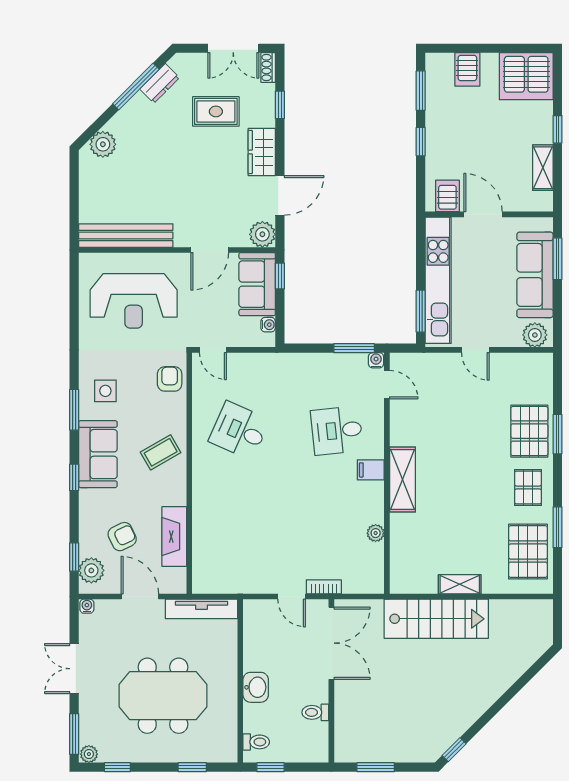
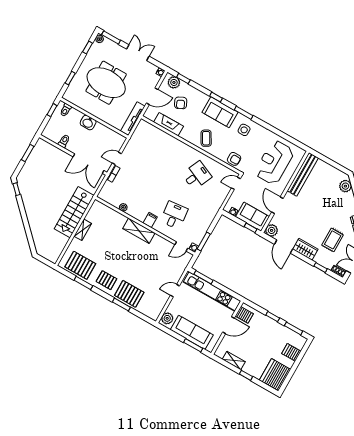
meeting table: (163, 696) -> (106, 83), turned 90

